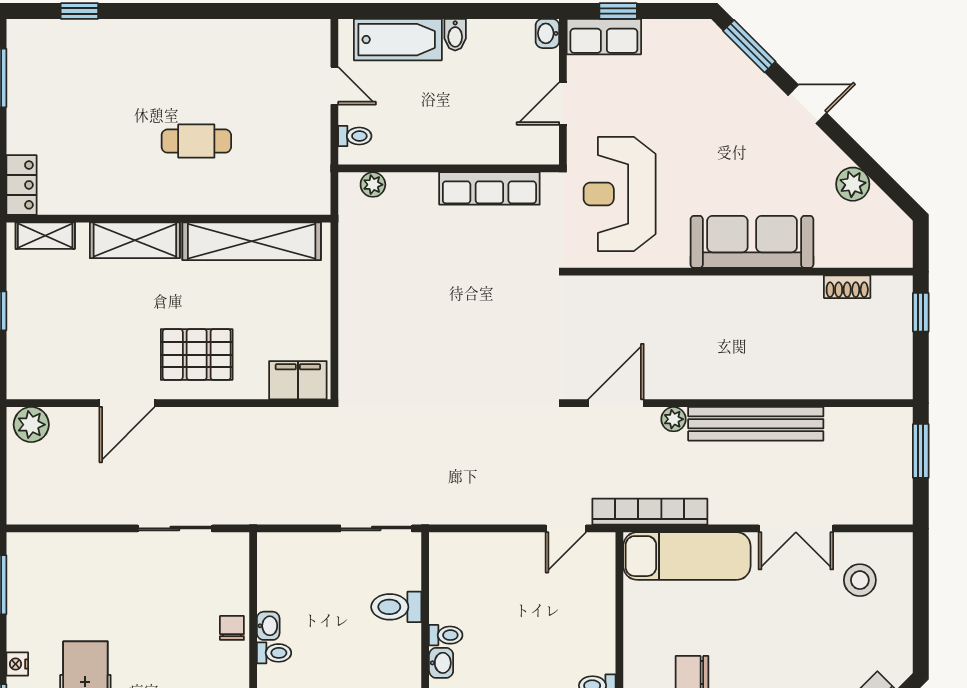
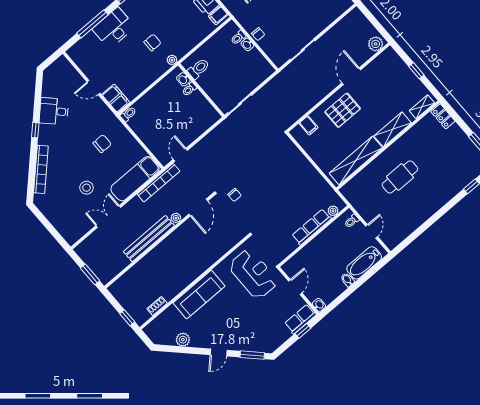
door: (334, 86) -> (372, 231), swing flipped
cafe table: (196, 141) -> (400, 177), width x1.37, depth x1.35
row of seats: (489, 188) -> (312, 227), moved
chair: (529, 369) -> (235, 195), added
filing cabinet: (298, 380) -> (308, 125), width x0.50
stool: (860, 580) -> (87, 188), moved
toilet: (396, 607) -> (198, 69), moved

